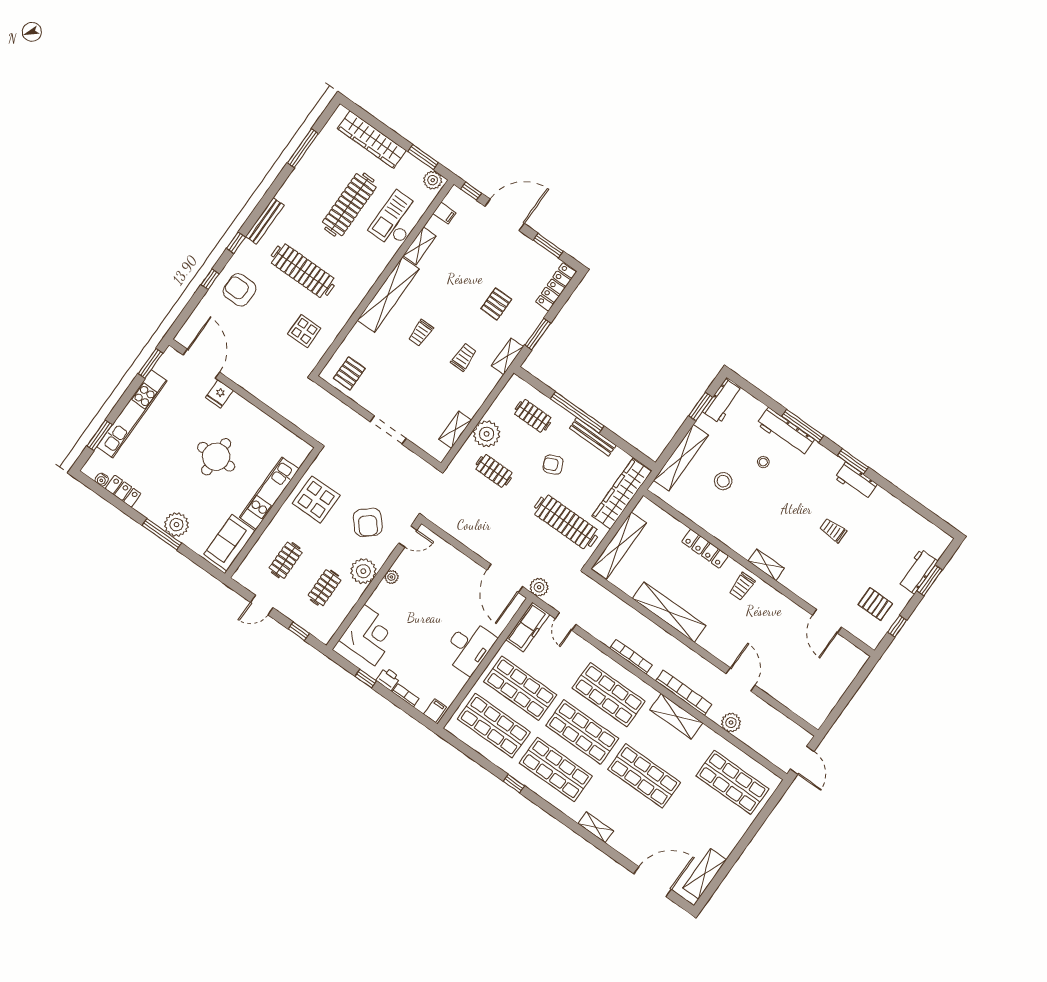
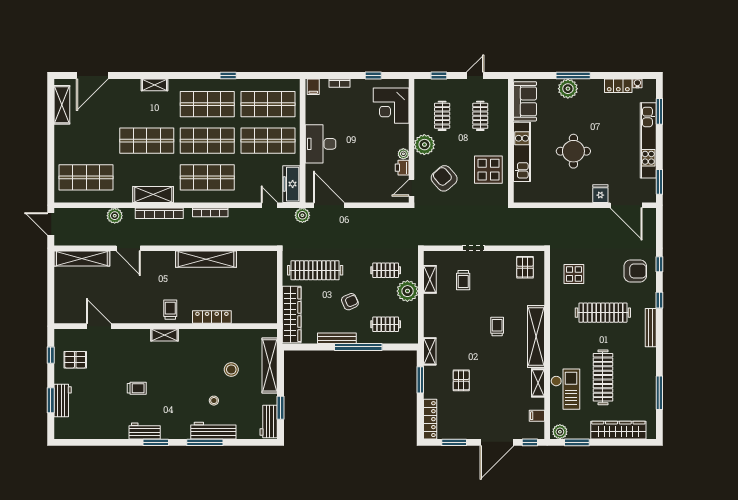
trolley: (464, 357) -> (463, 280), moved
doorway: (388, 430) -> (474, 248), width x0.73
shelving: (619, 546) -> (82, 258), moved, turned 90
printer: (388, 679) -> (402, 168), moved, turned 90

